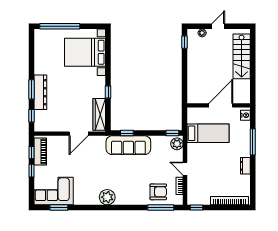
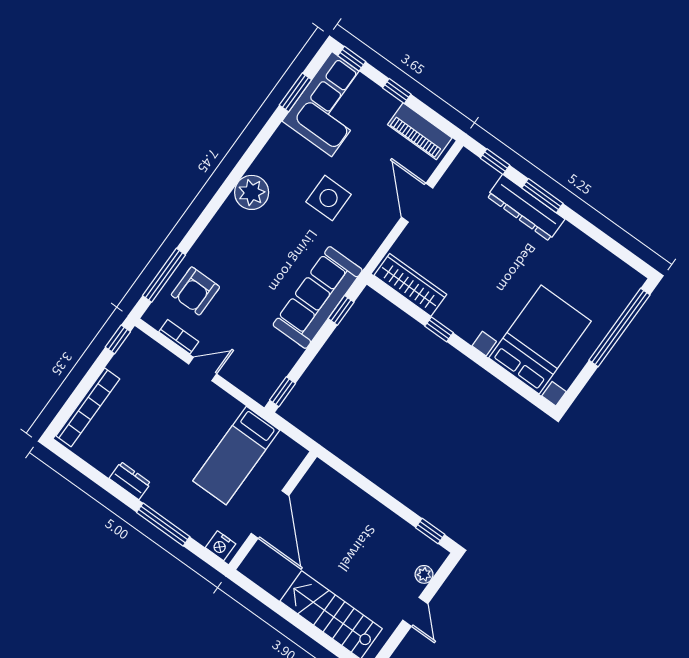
door: (79, 134) -> (417, 203), moved
plant: (177, 144) -> (257, 386), removed
window: (32, 153) -> (352, 59), moved
side table: (89, 167) -> (329, 198), added

